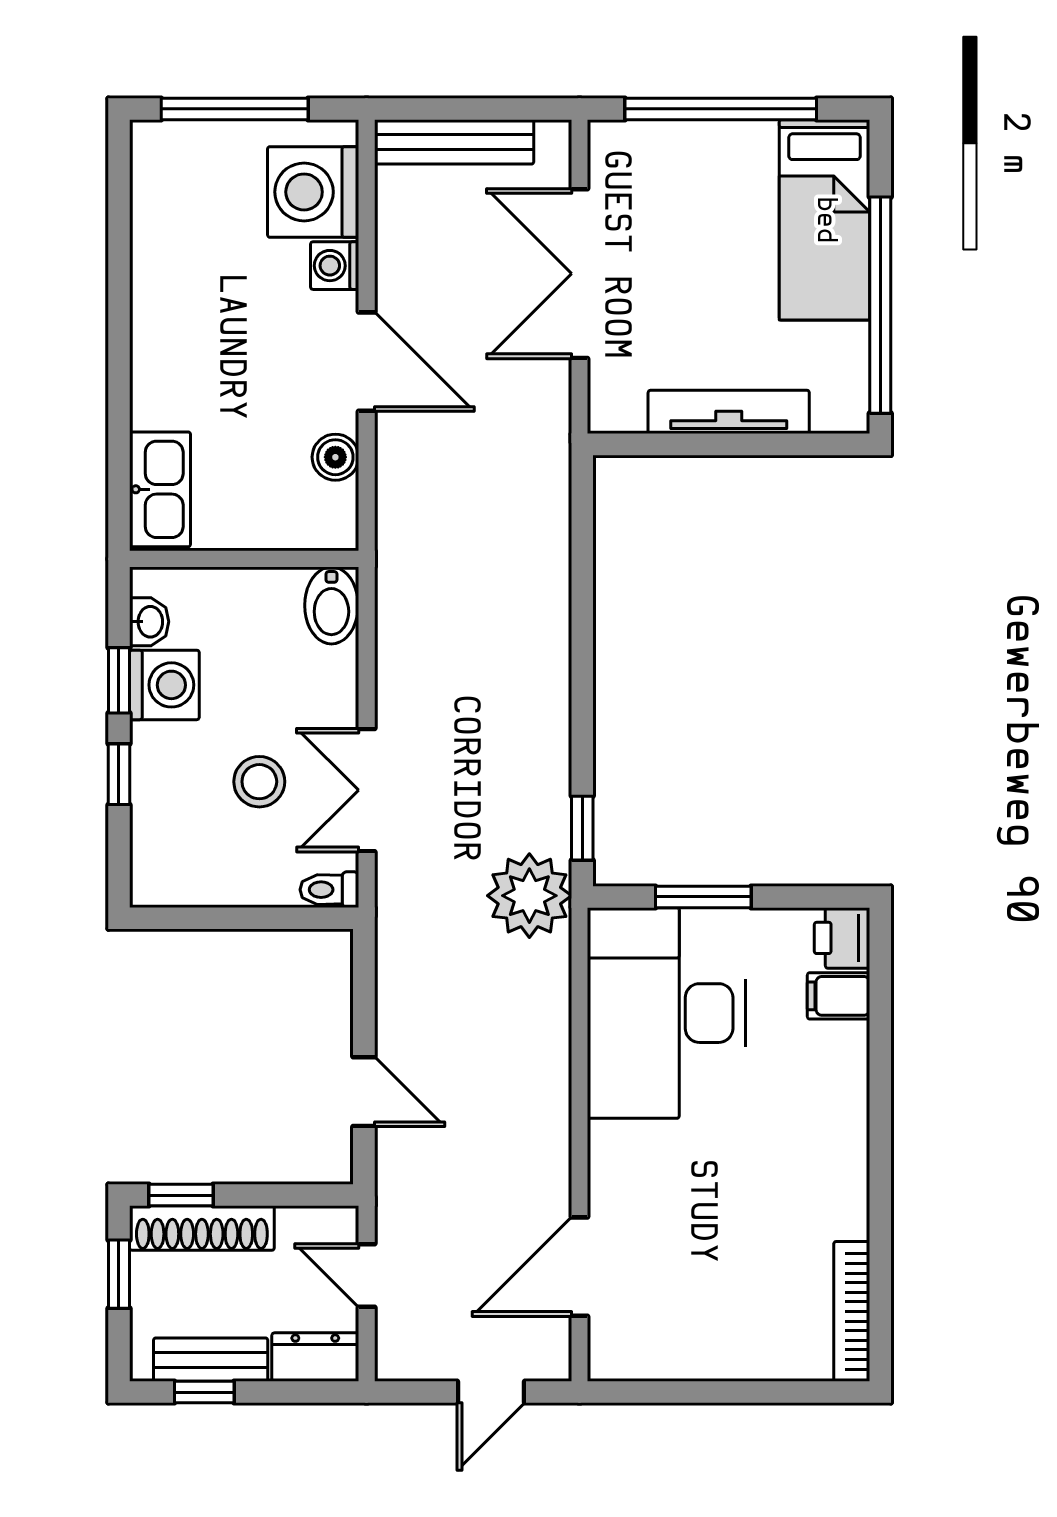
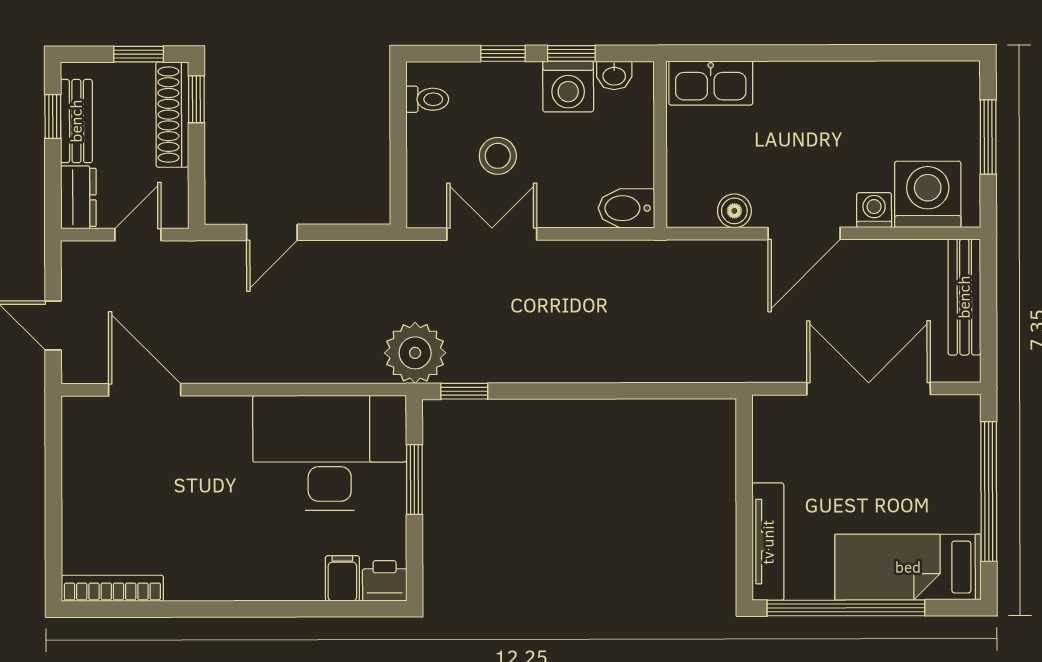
window: (235, 109) -> (988, 137), width x0.69
tv unit: (729, 412) -> (768, 542), moved
toilet: (329, 890) -> (427, 99), moved, turned 90

